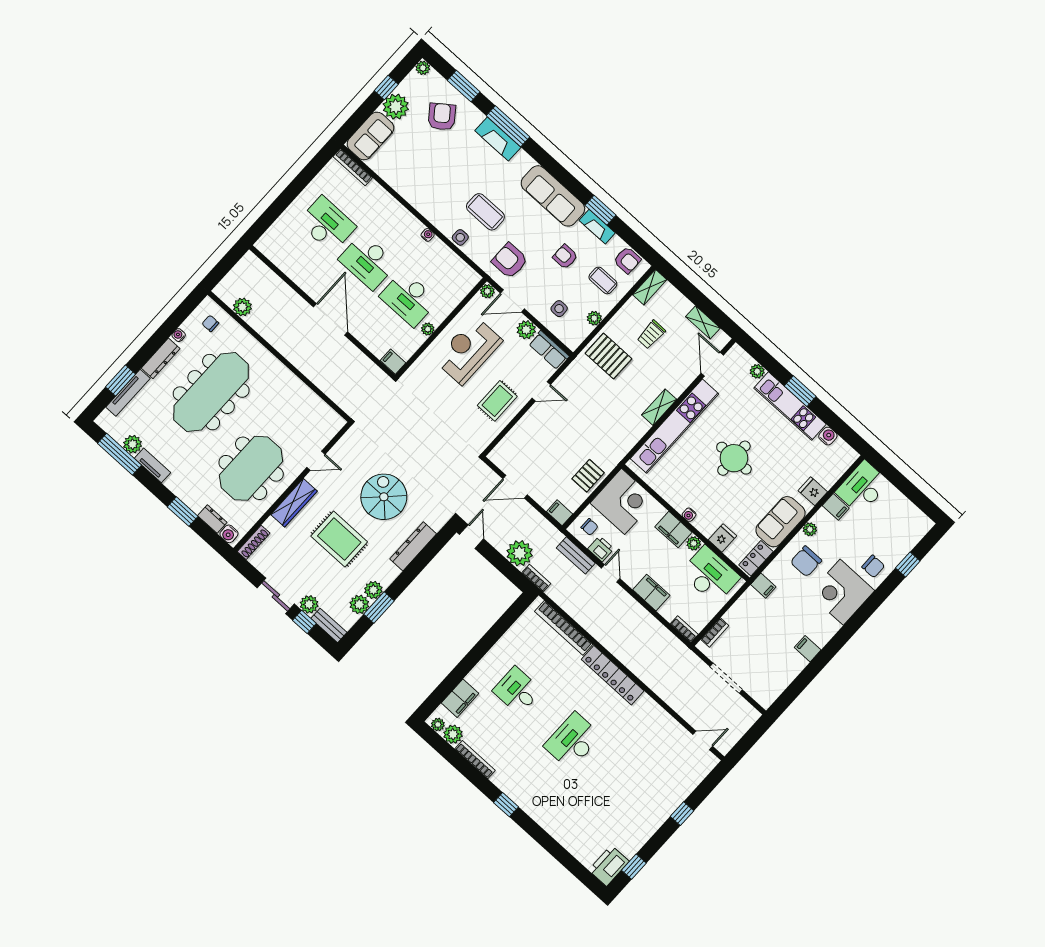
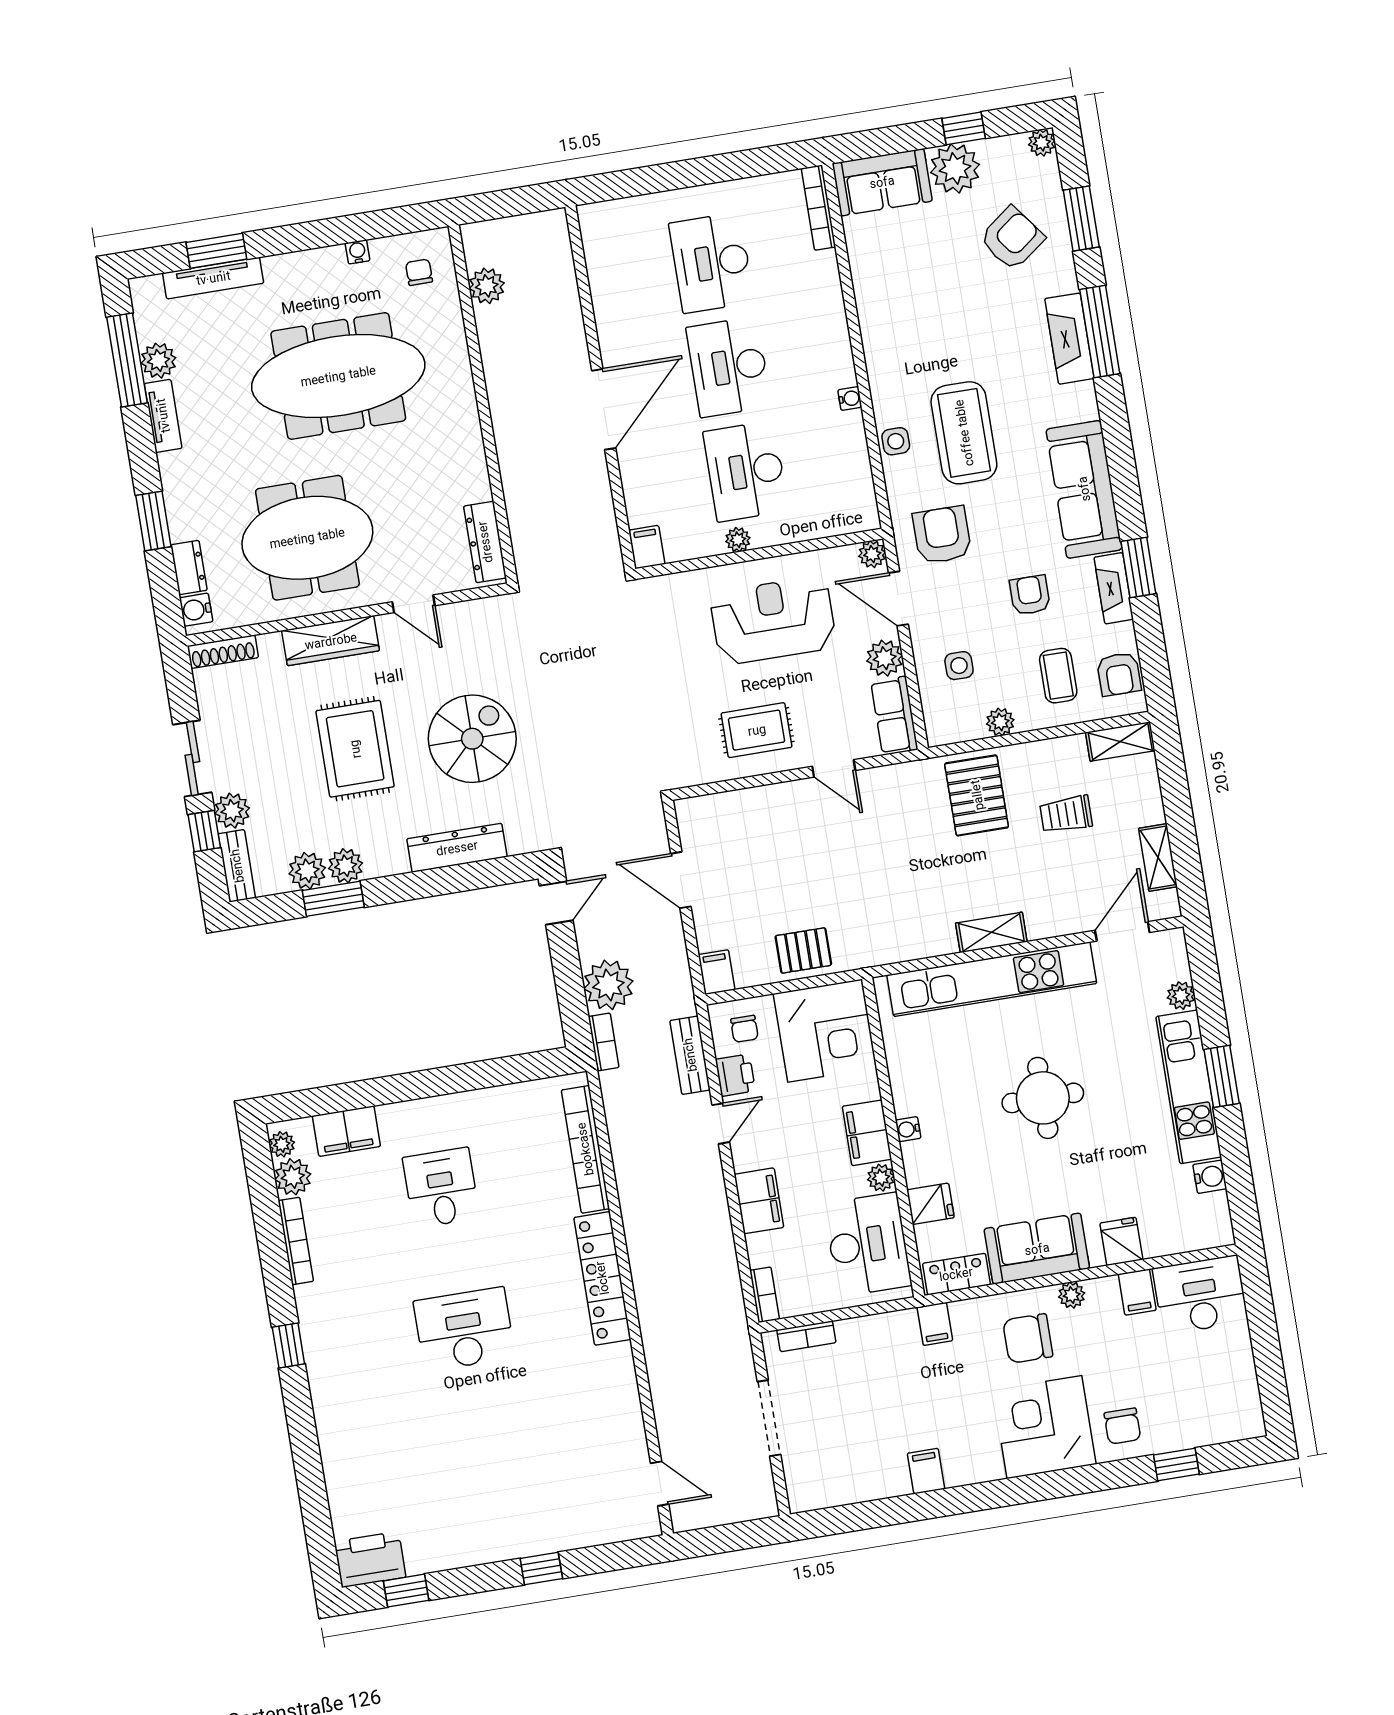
coffee table: (485, 212) -> (964, 433), width x1.36, depth x1.32
desk: (327, 224) -> (712, 263), turned 180
dresser: (161, 358) -> (485, 542), moved, turned 90

